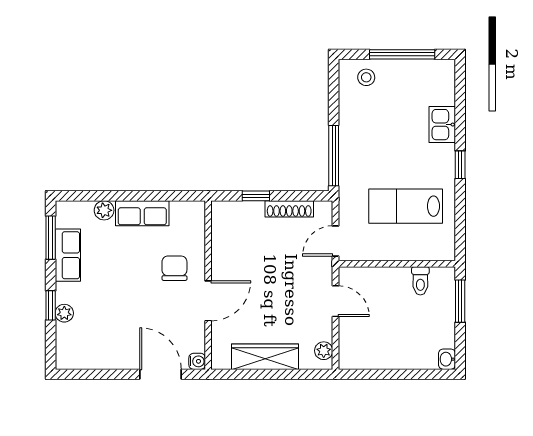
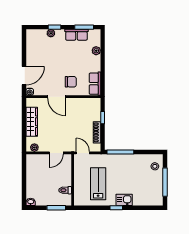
kitchen sink: (442, 125) -> (124, 200), moved
row of seats: (142, 213) -> (95, 84), moved

